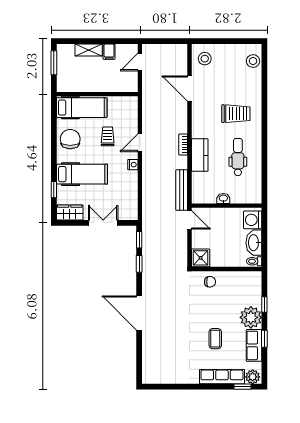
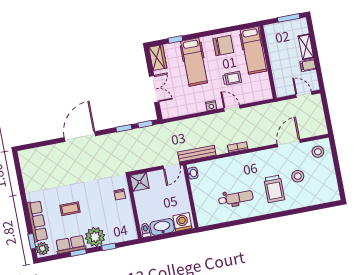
stool: (253, 61) -> (298, 176), moved
kitchen counter: (200, 155) -> (231, 164), removed
washbasin: (223, 198) -> (193, 173), moved

